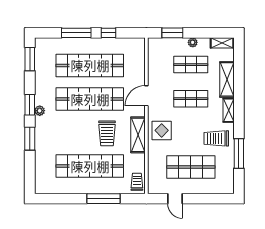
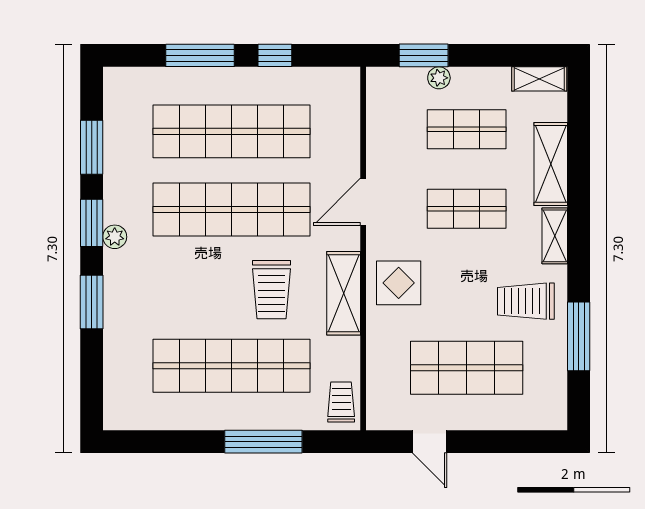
plant: (193, 42) -> (439, 78), moved
window: (30, 59) -> (92, 147), moved

